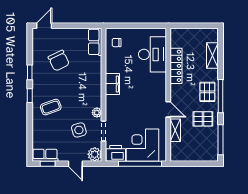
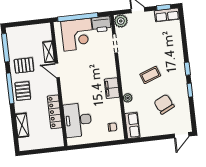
coffee table: (51, 107) -> (150, 75), moved
plant: (97, 113) -> (128, 98), moved
side table: (79, 130) -> (138, 42), removed

